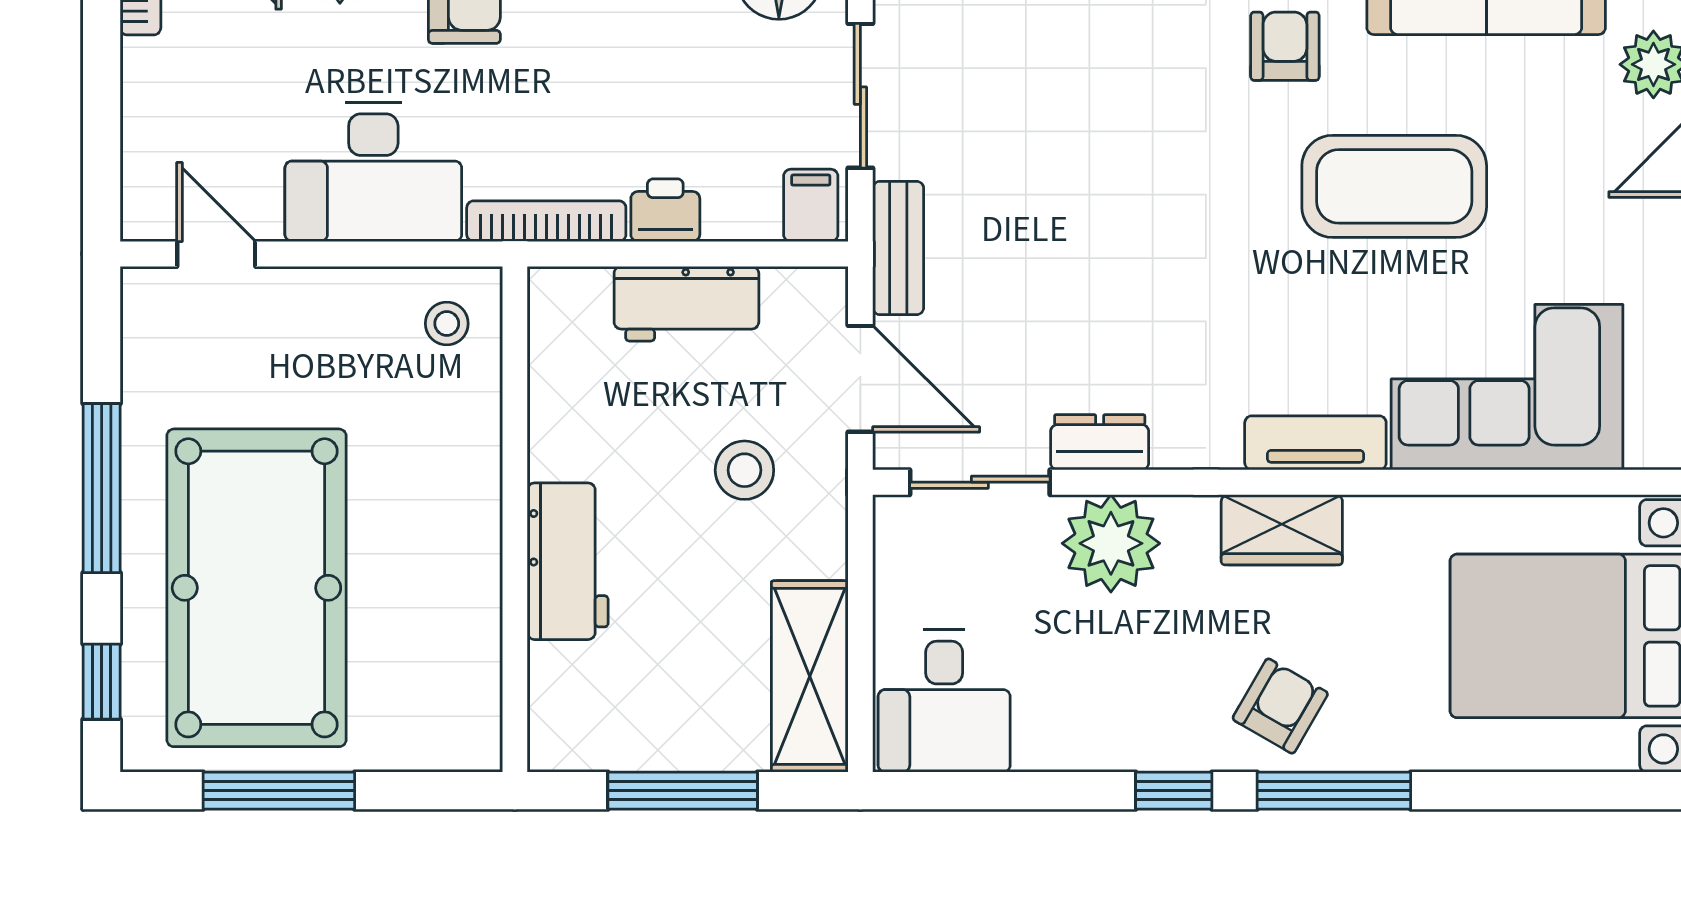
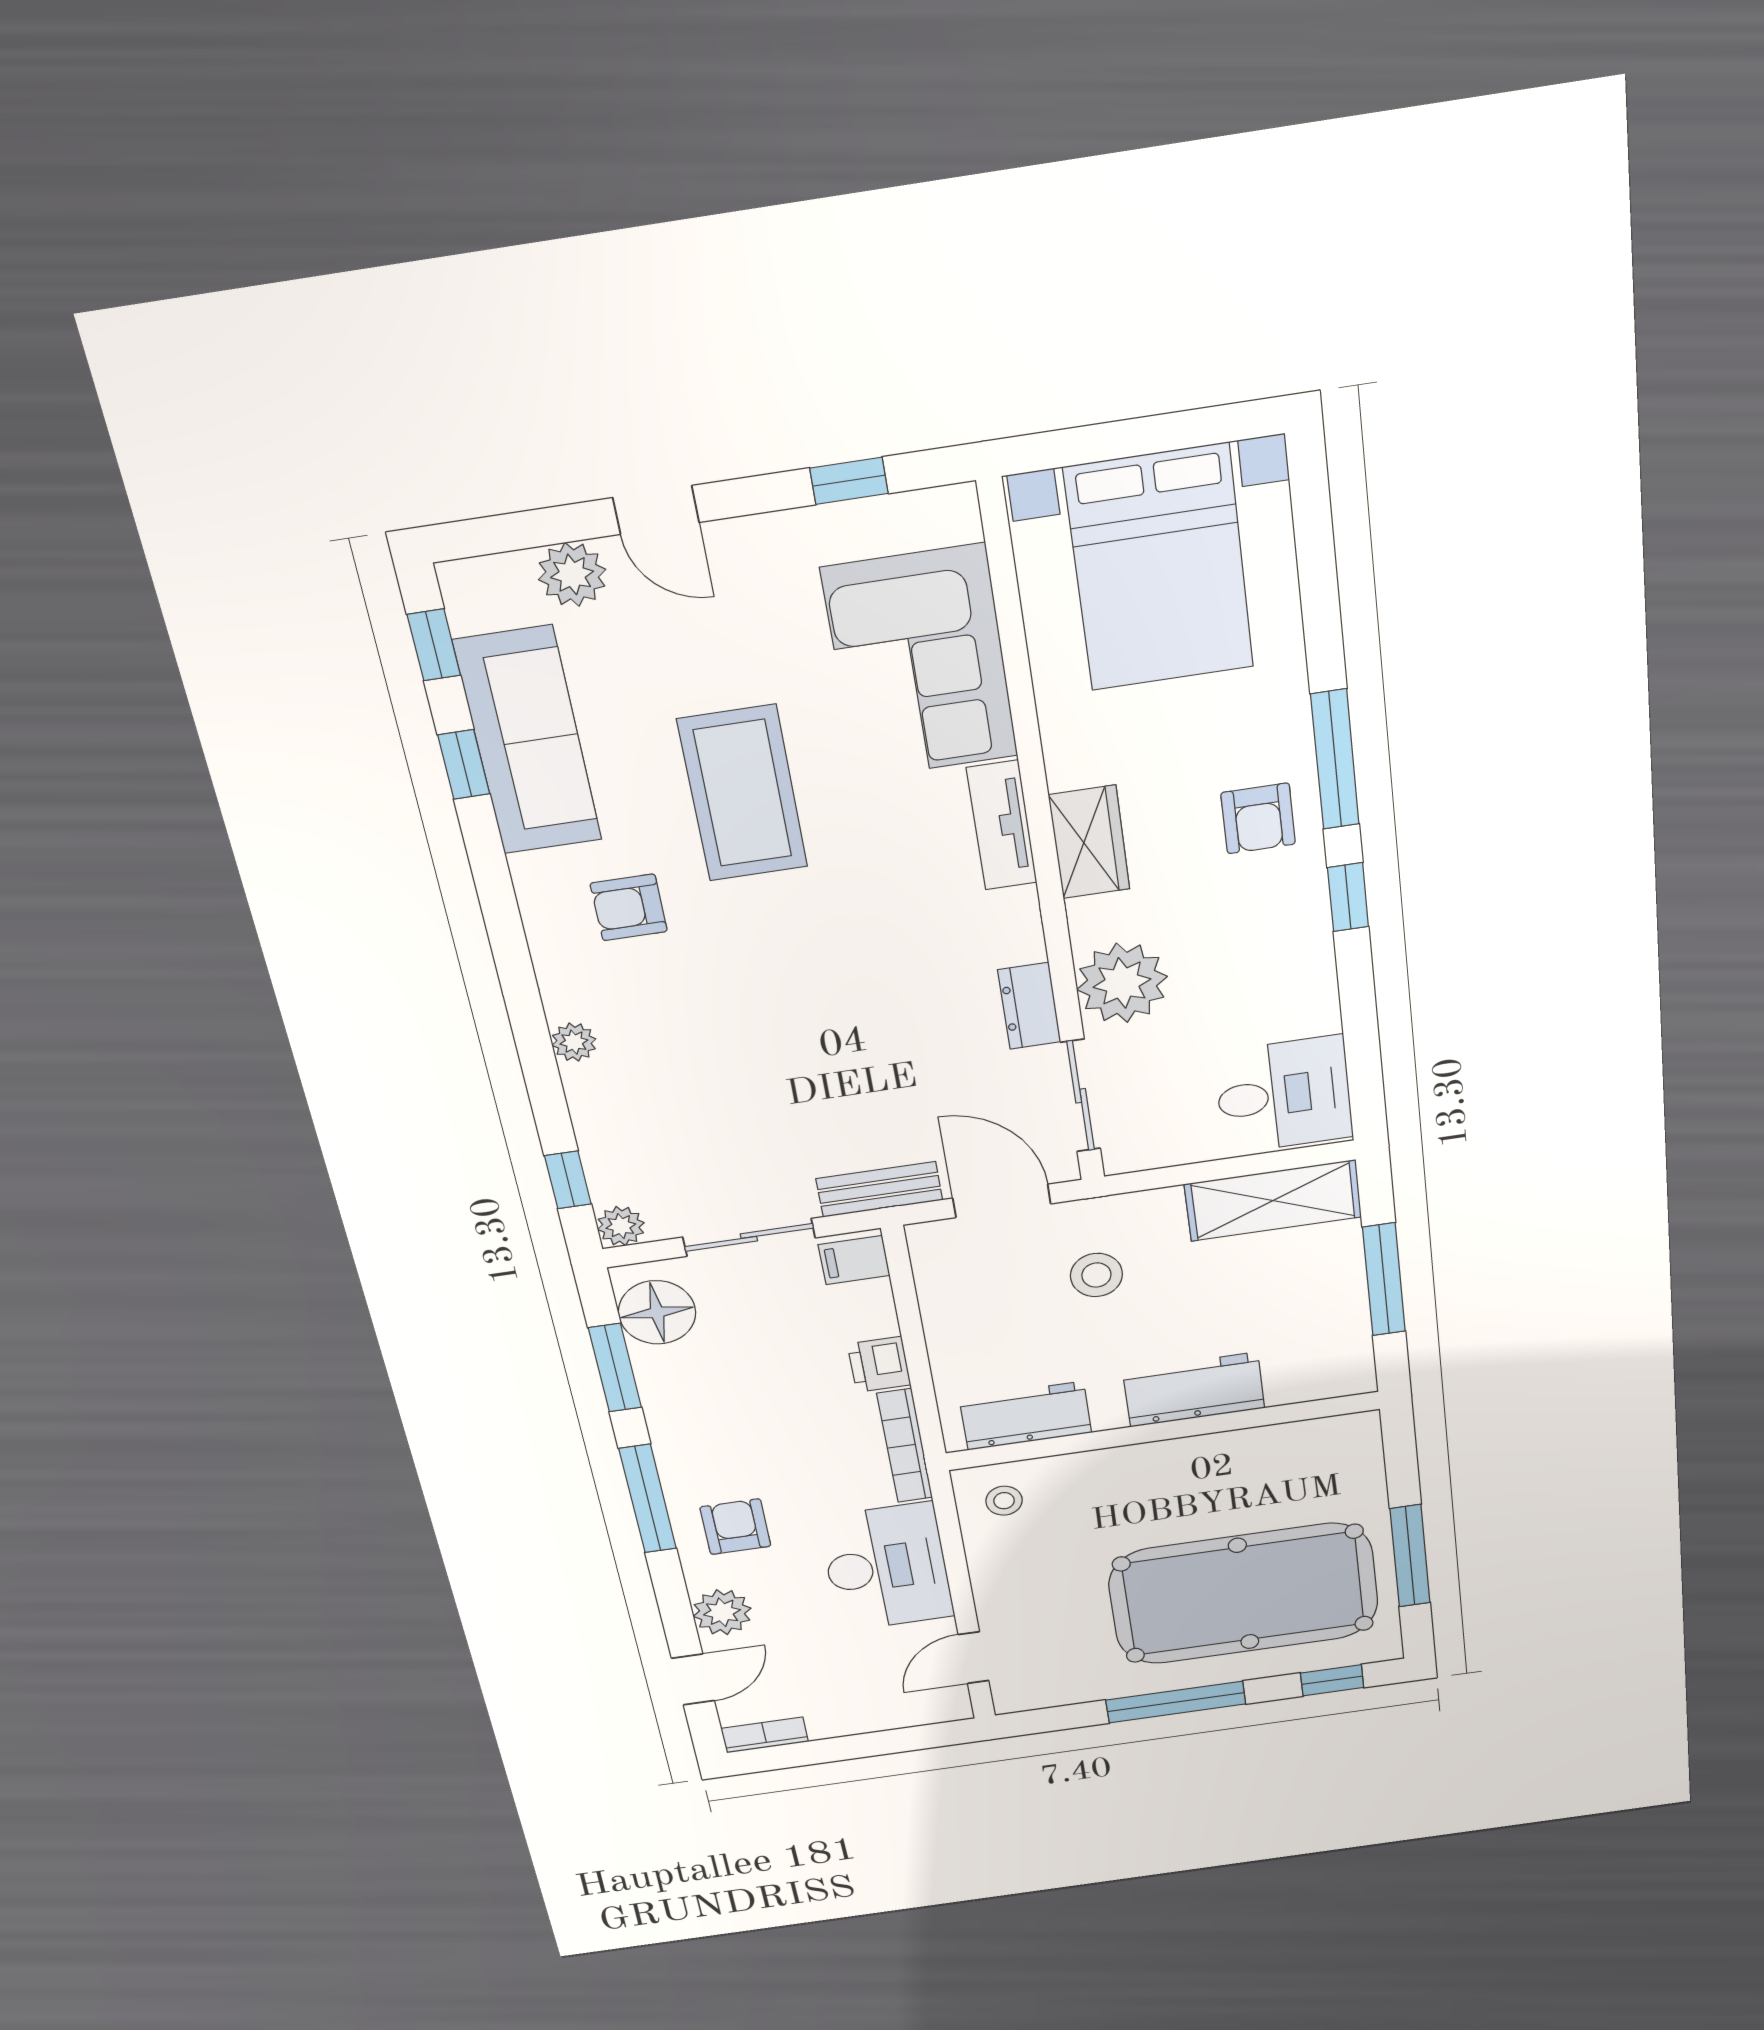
workbench: (686, 304) -> (1026, 1416), moved, turned -90
door: (860, 379) -> (1002, 1201), hinge flipped
armchair: (1280, 706) -> (1258, 818), turned -120

